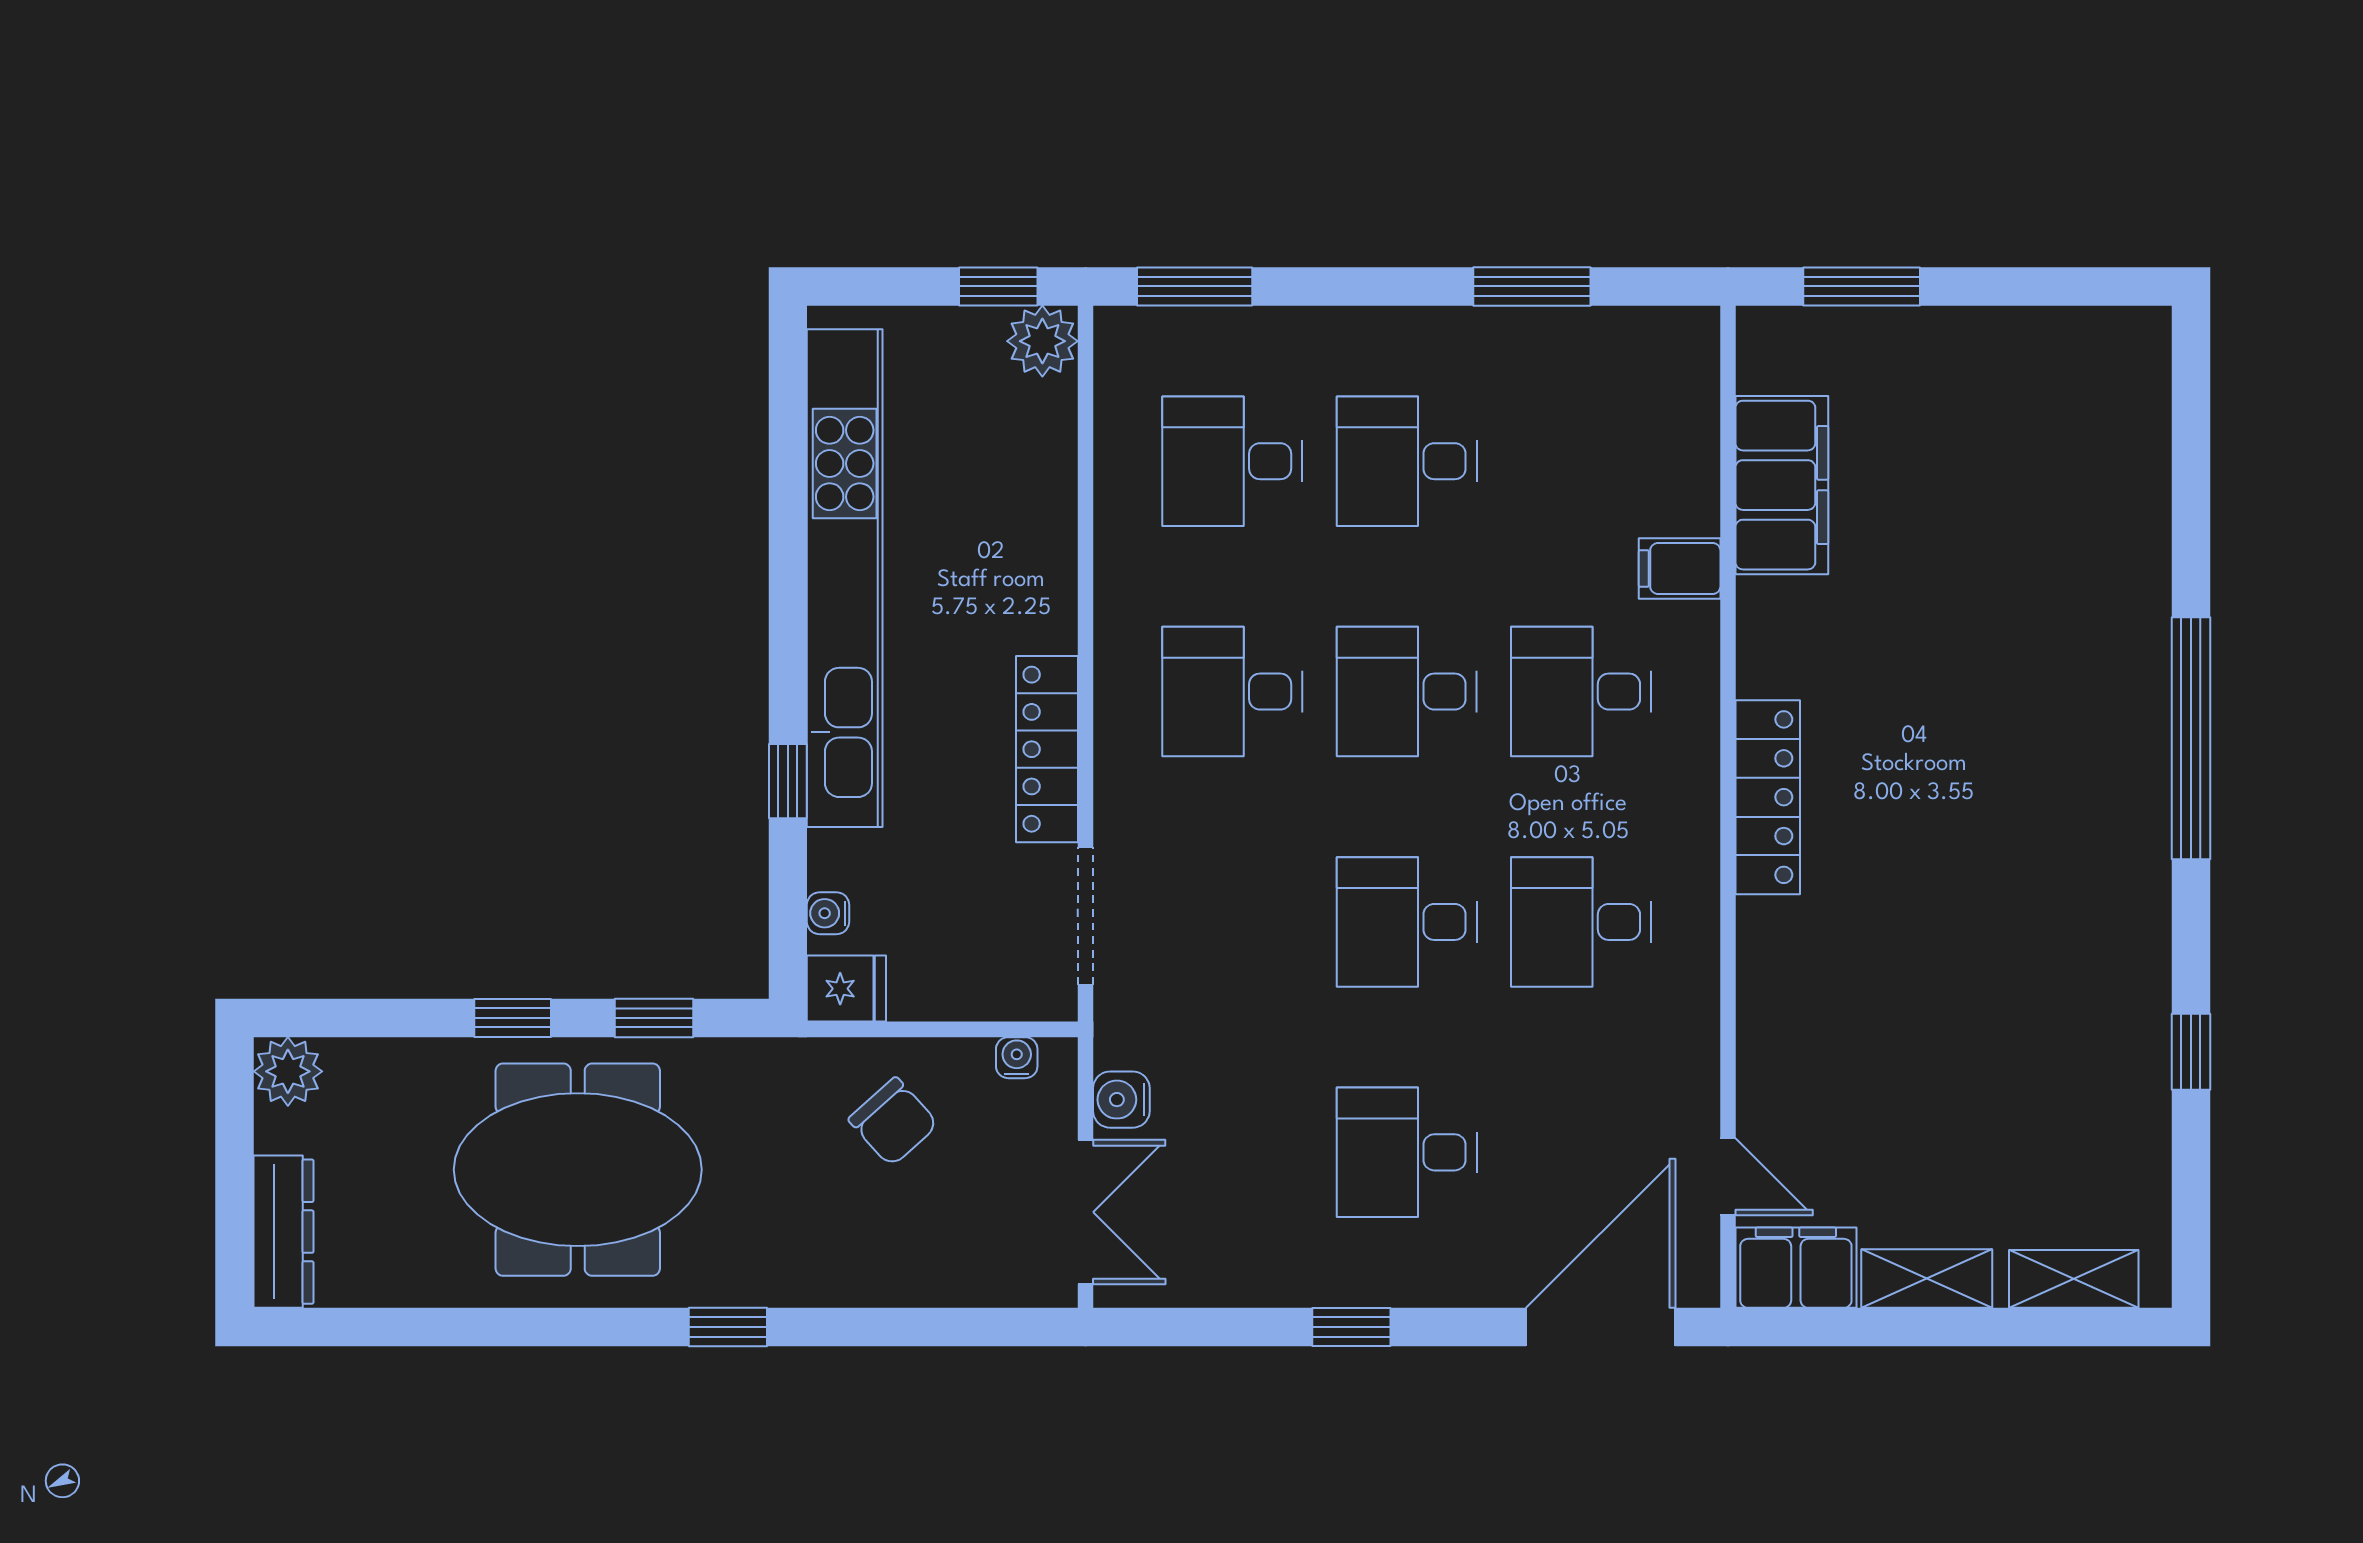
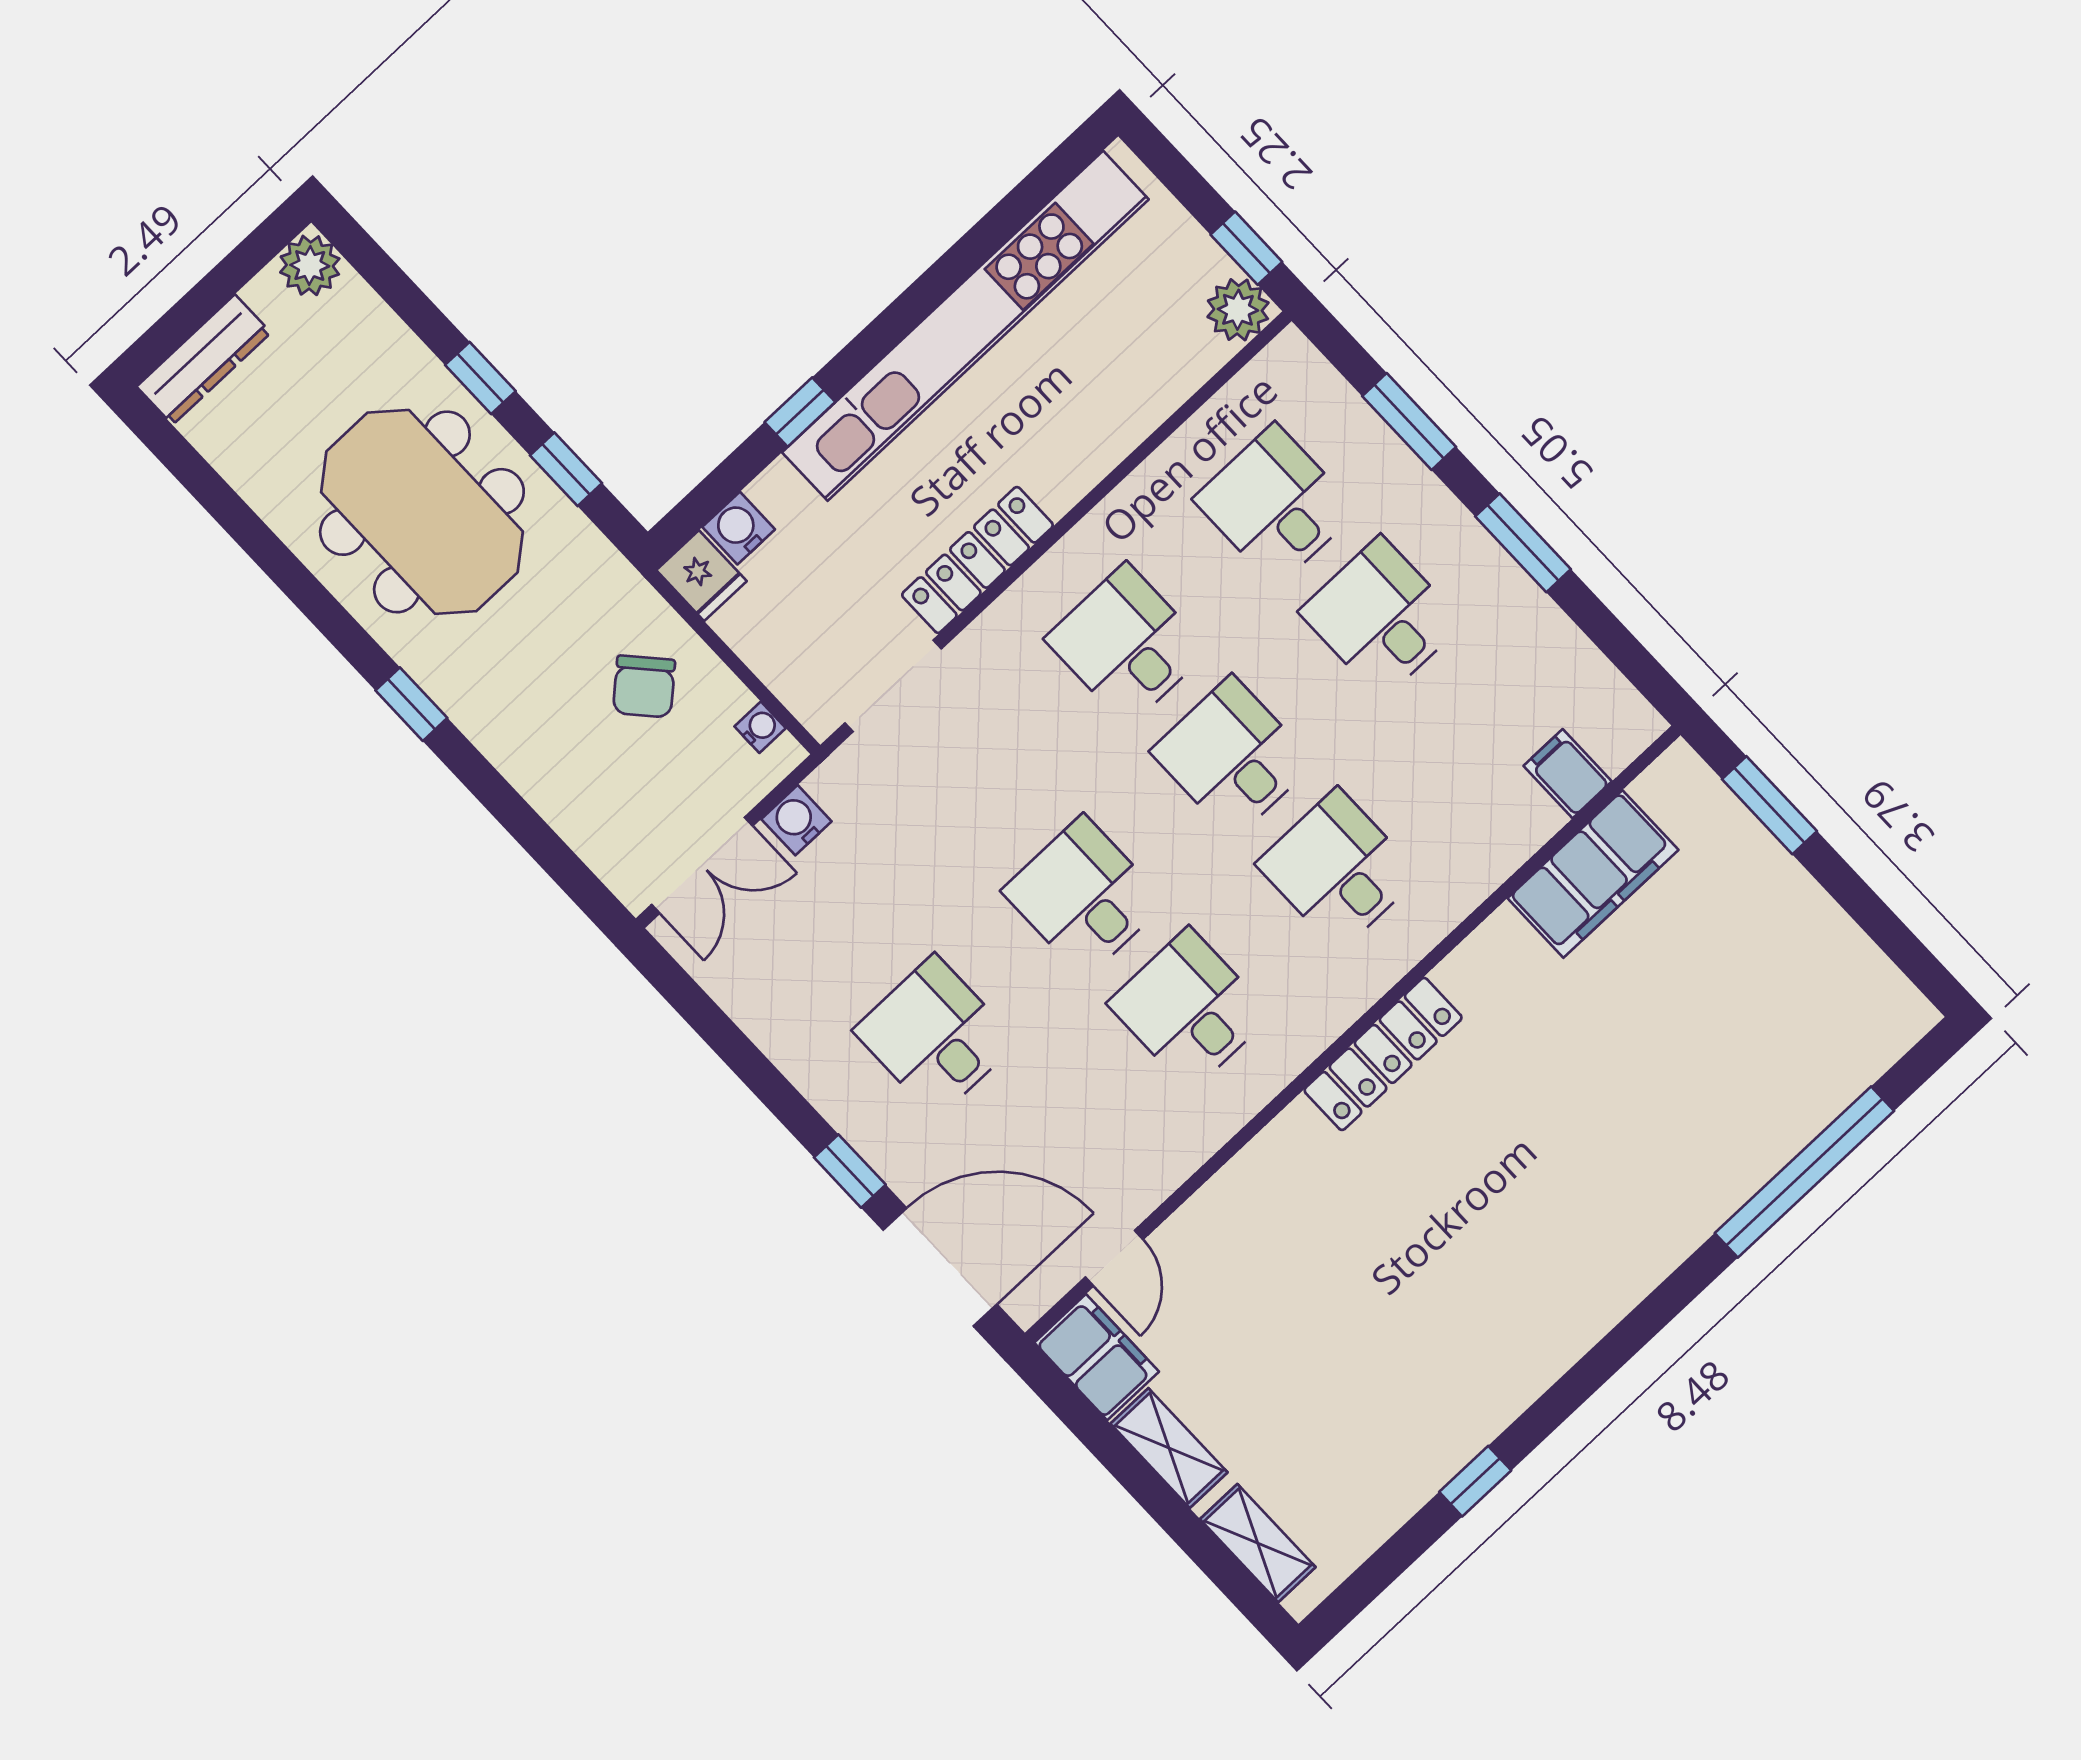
window: (1195, 286) -> (1409, 422), moved
window: (1532, 286) -> (1523, 543), moved
filing cabinet: (1680, 568) -> (1568, 774), moved
window: (2191, 738) -> (1804, 1172), moved
water cooler: (828, 913) -> (739, 528), width x1.38, depth x1.38
window: (1351, 1327) -> (850, 1171), moved

